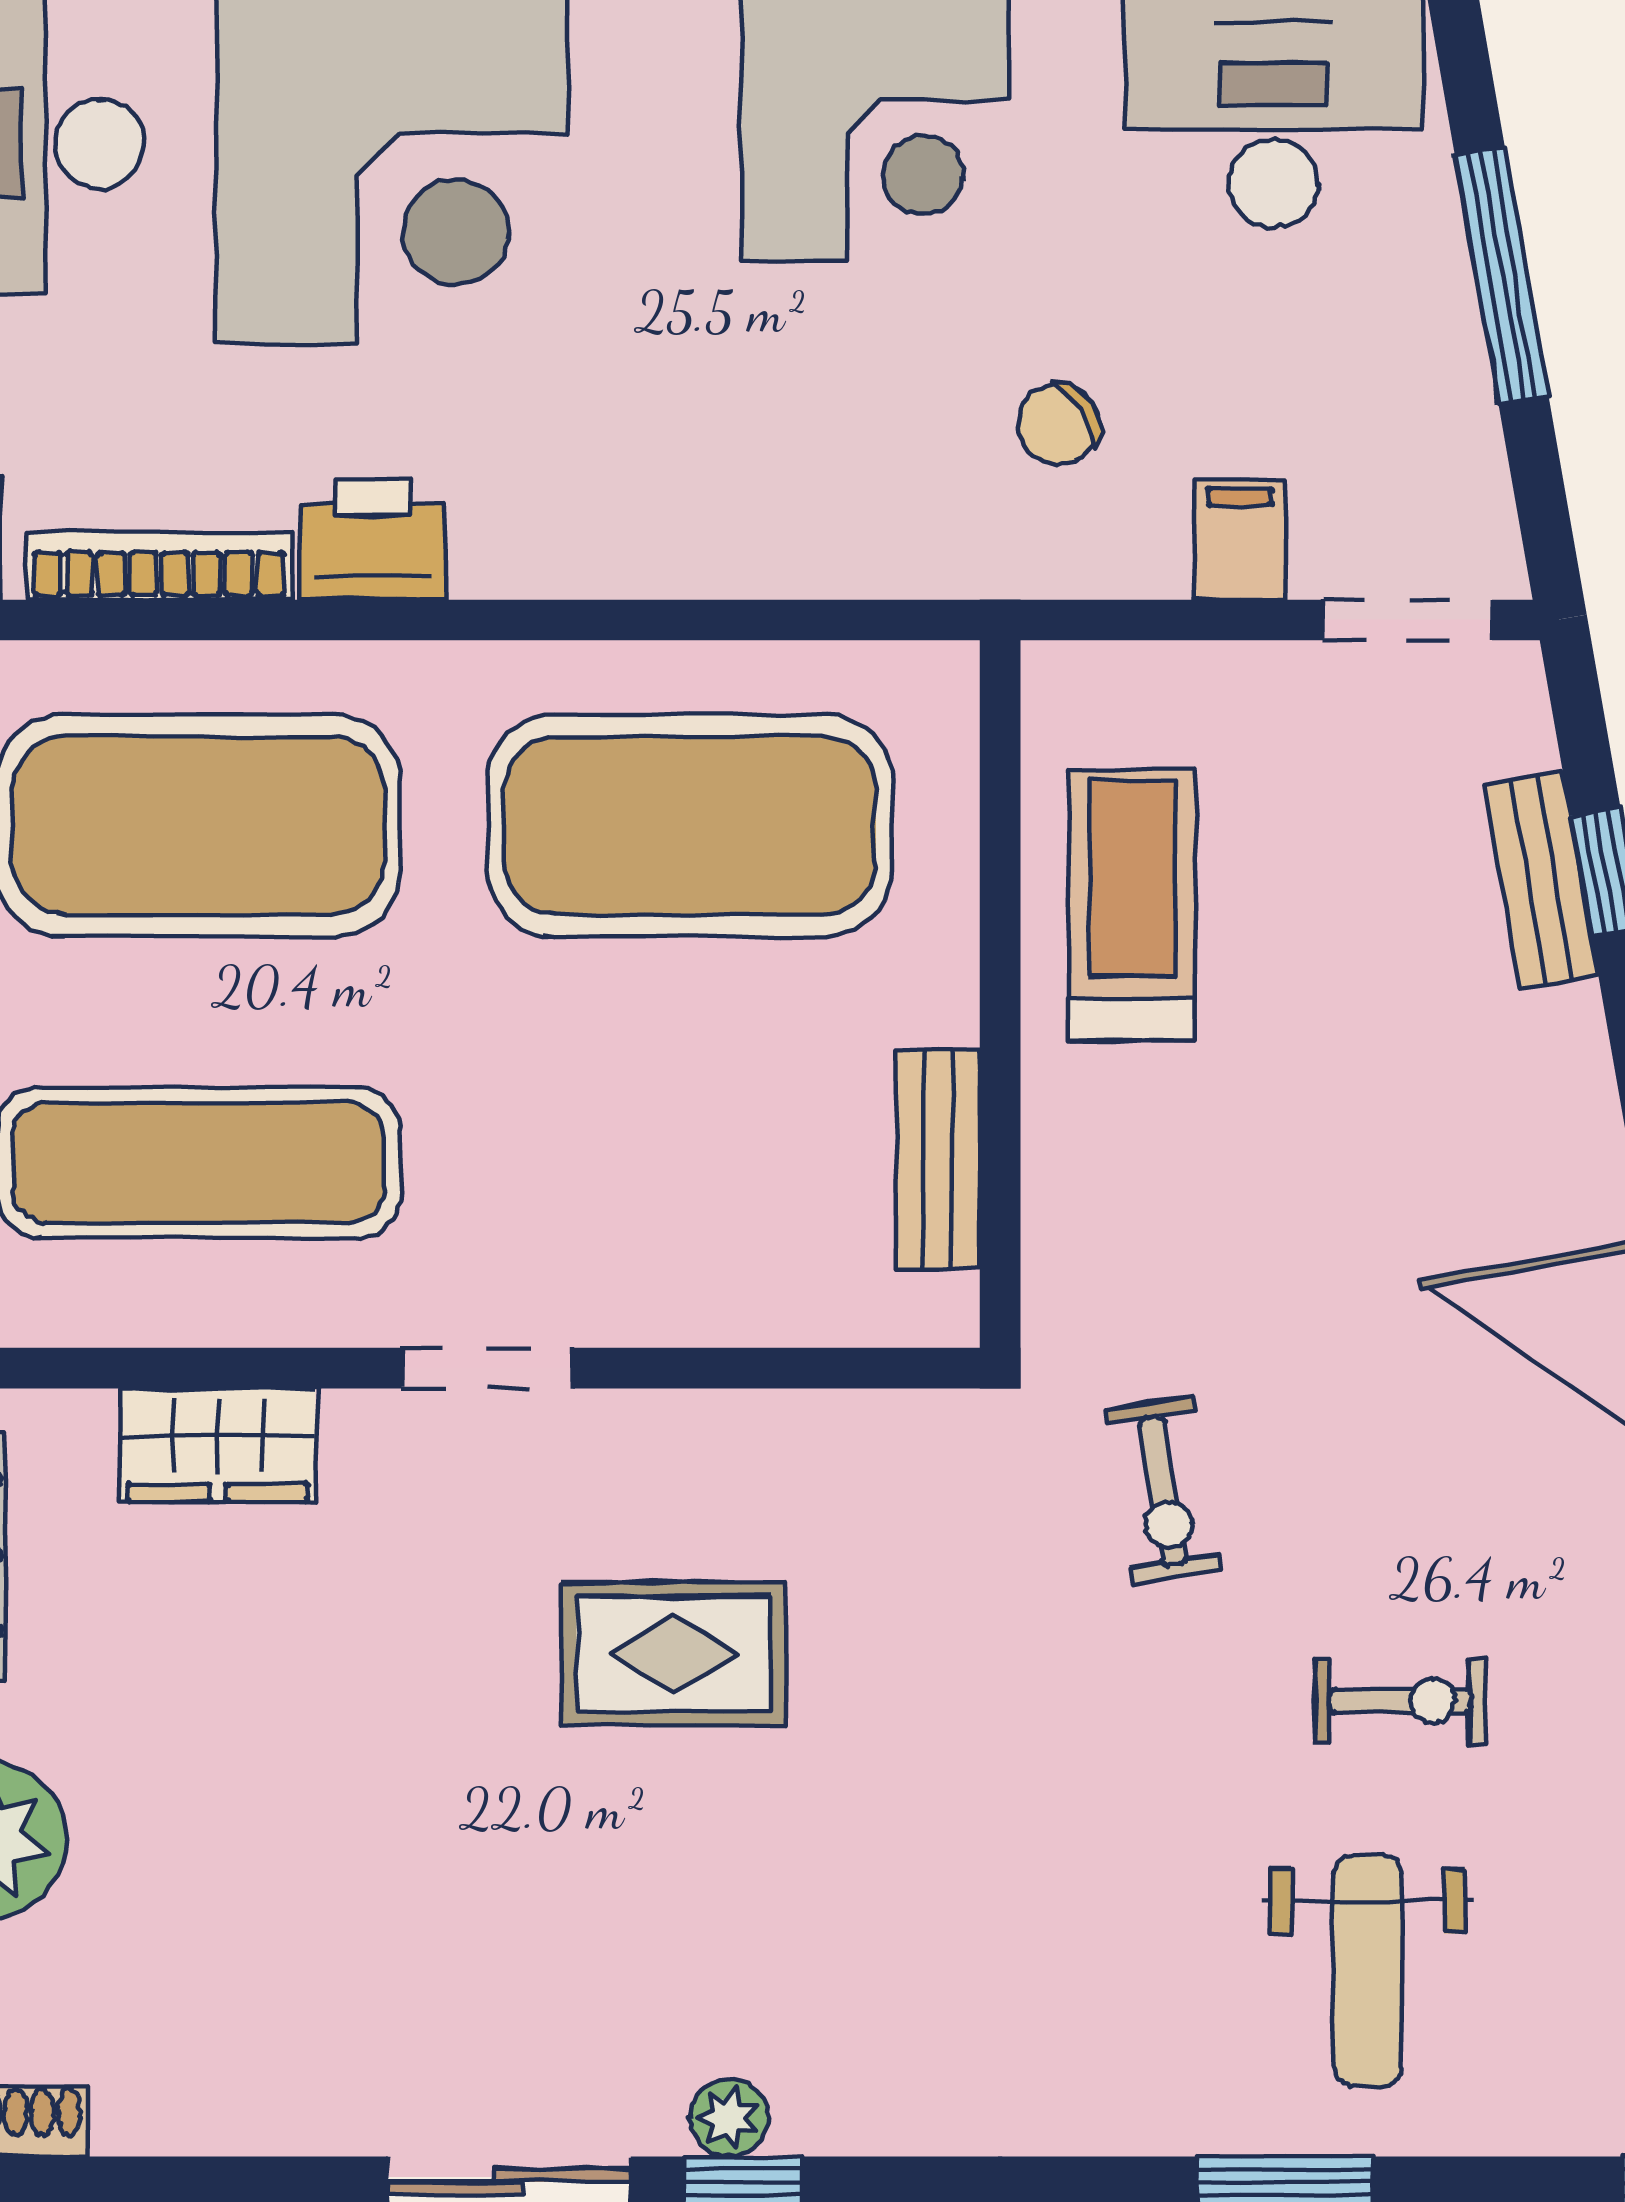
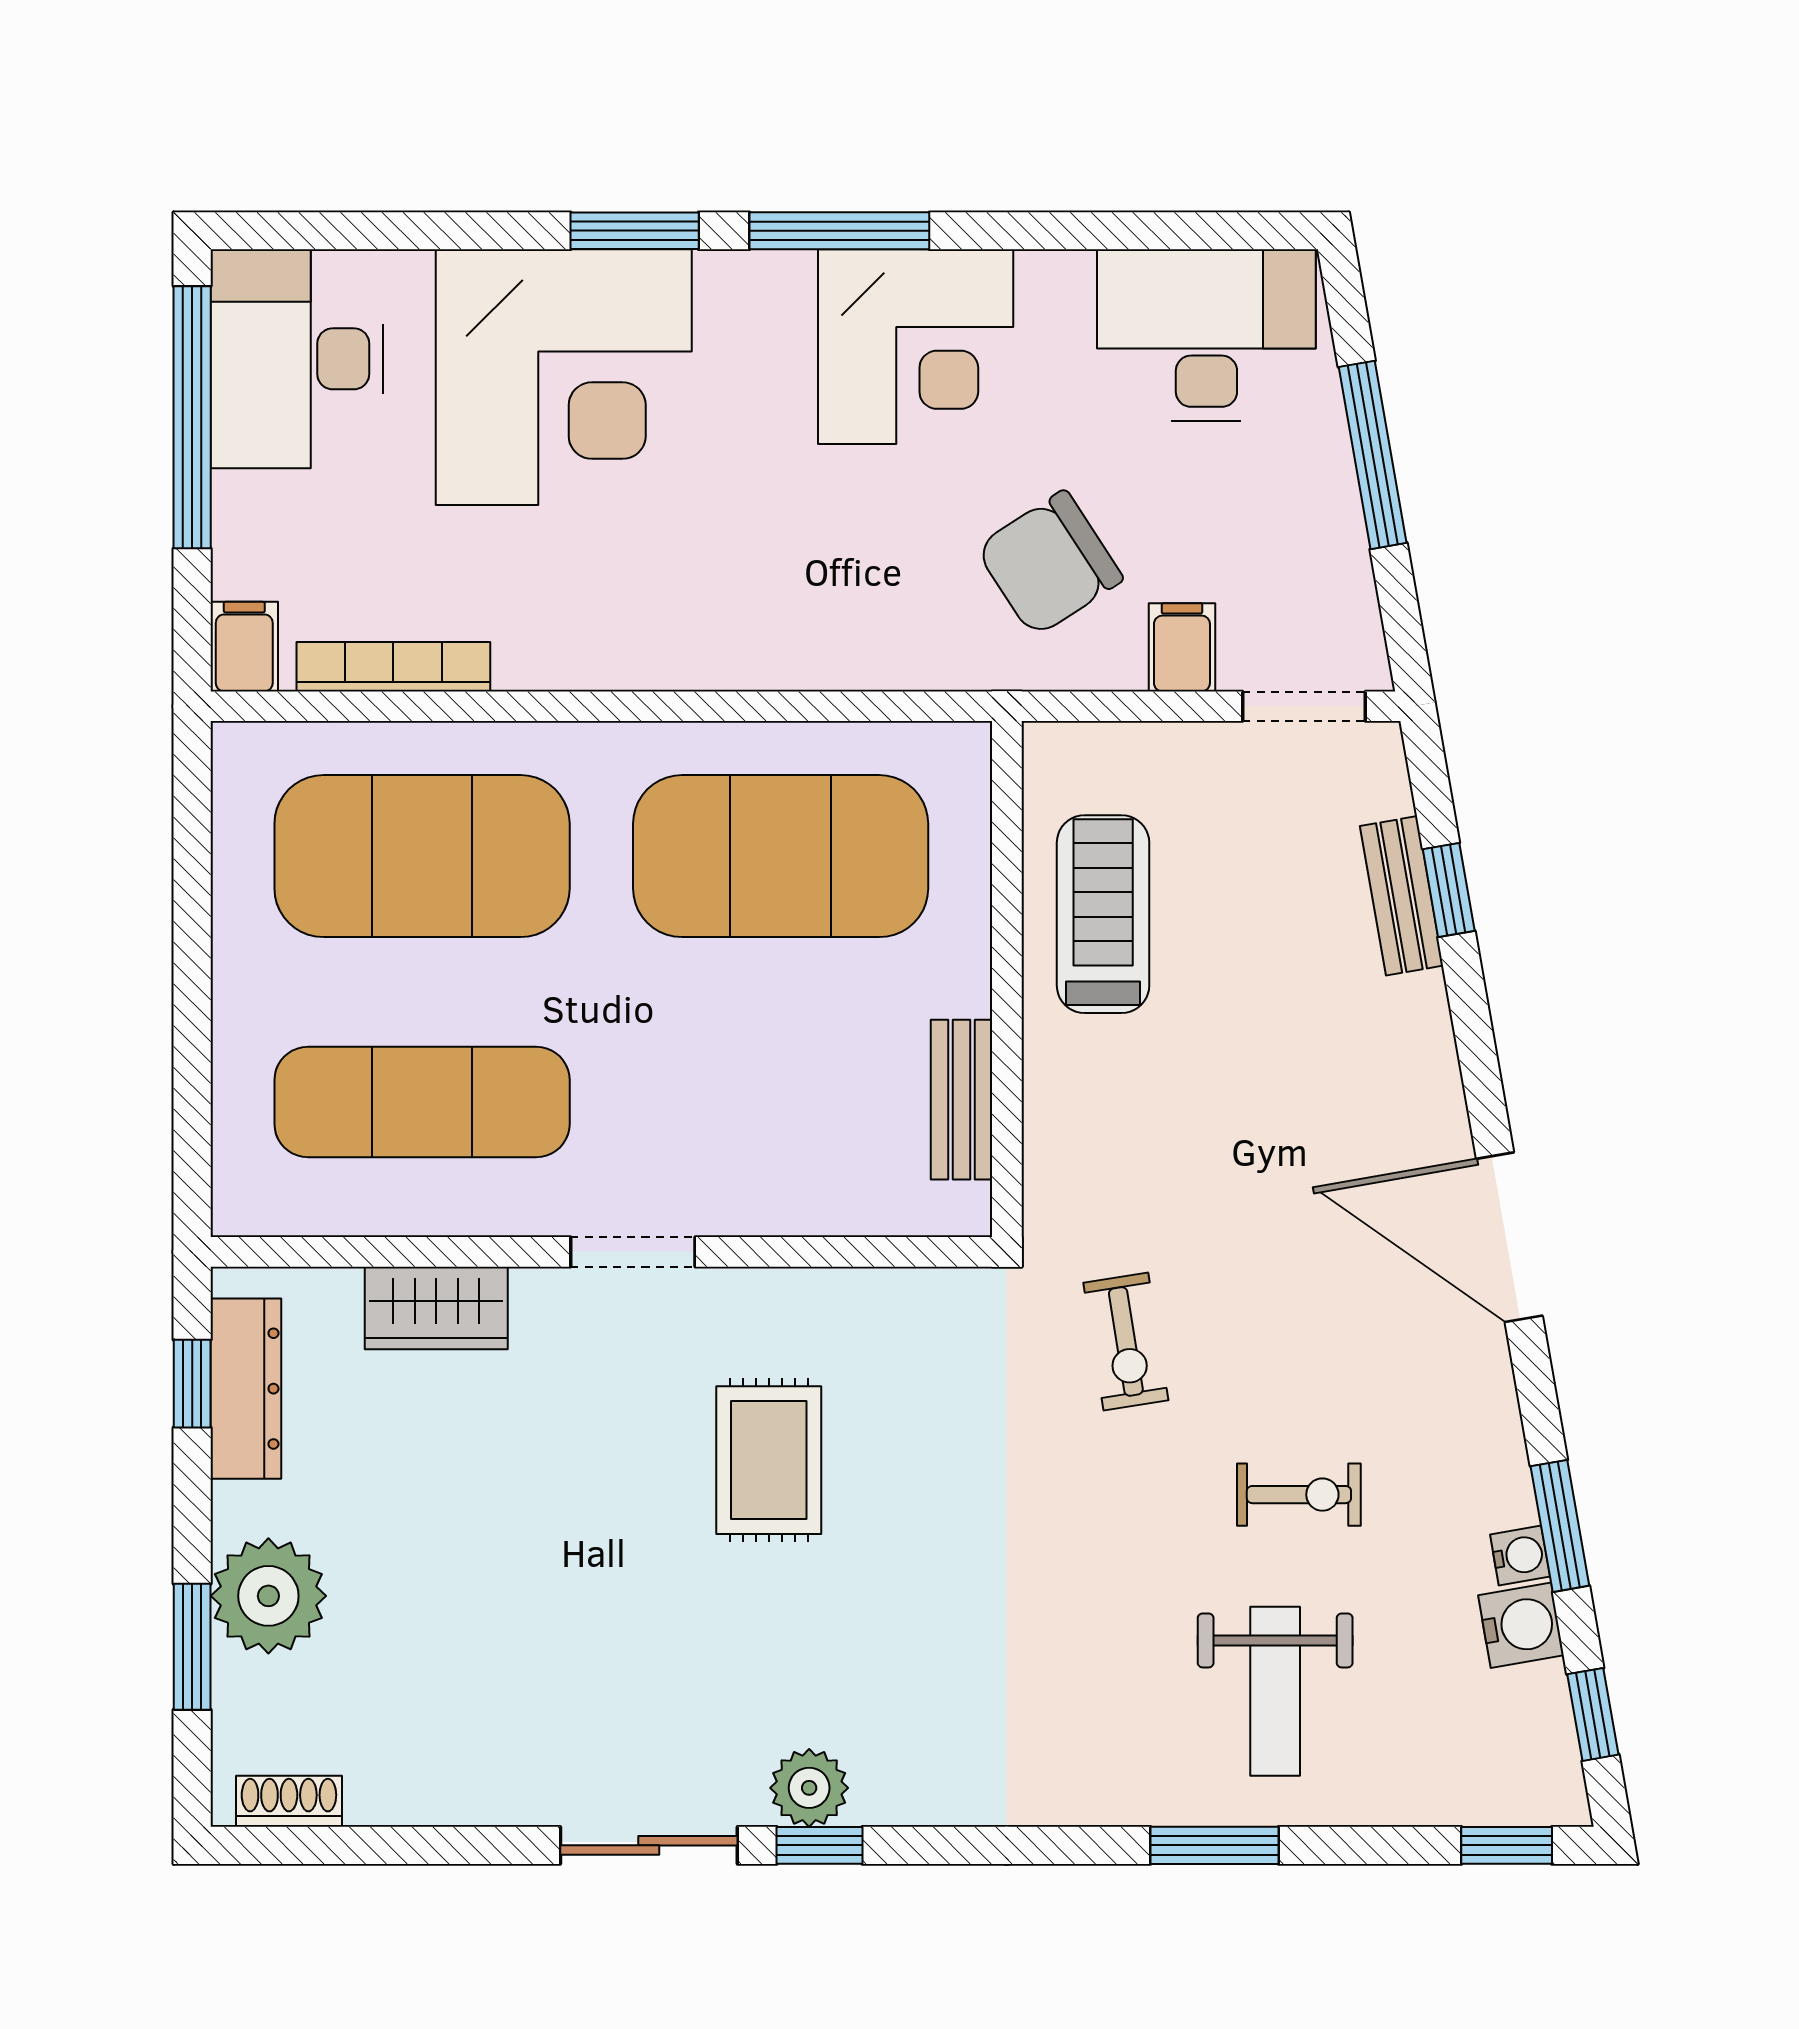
chair: (1058, 424) -> (1049, 564), width x1.87, depth x1.87
printer: (373, 540) -> (549, 648), removed
rug: (674, 1654) -> (769, 1460), turned 90
plant: (729, 2118) -> (809, 1788), width x1.38, depth x1.38

